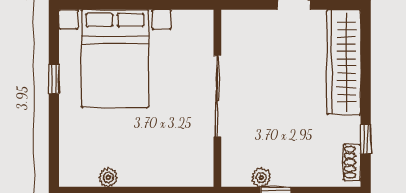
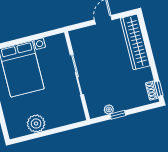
window: (366, 139) -> (159, 89), moved
plant: (108, 178) -> (36, 124), width x1.88, depth x1.88

